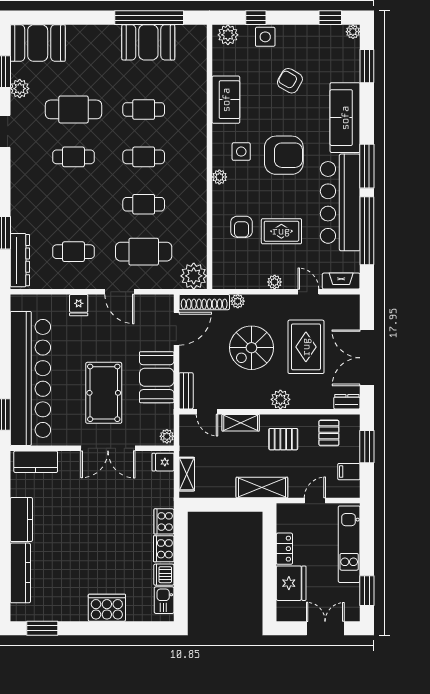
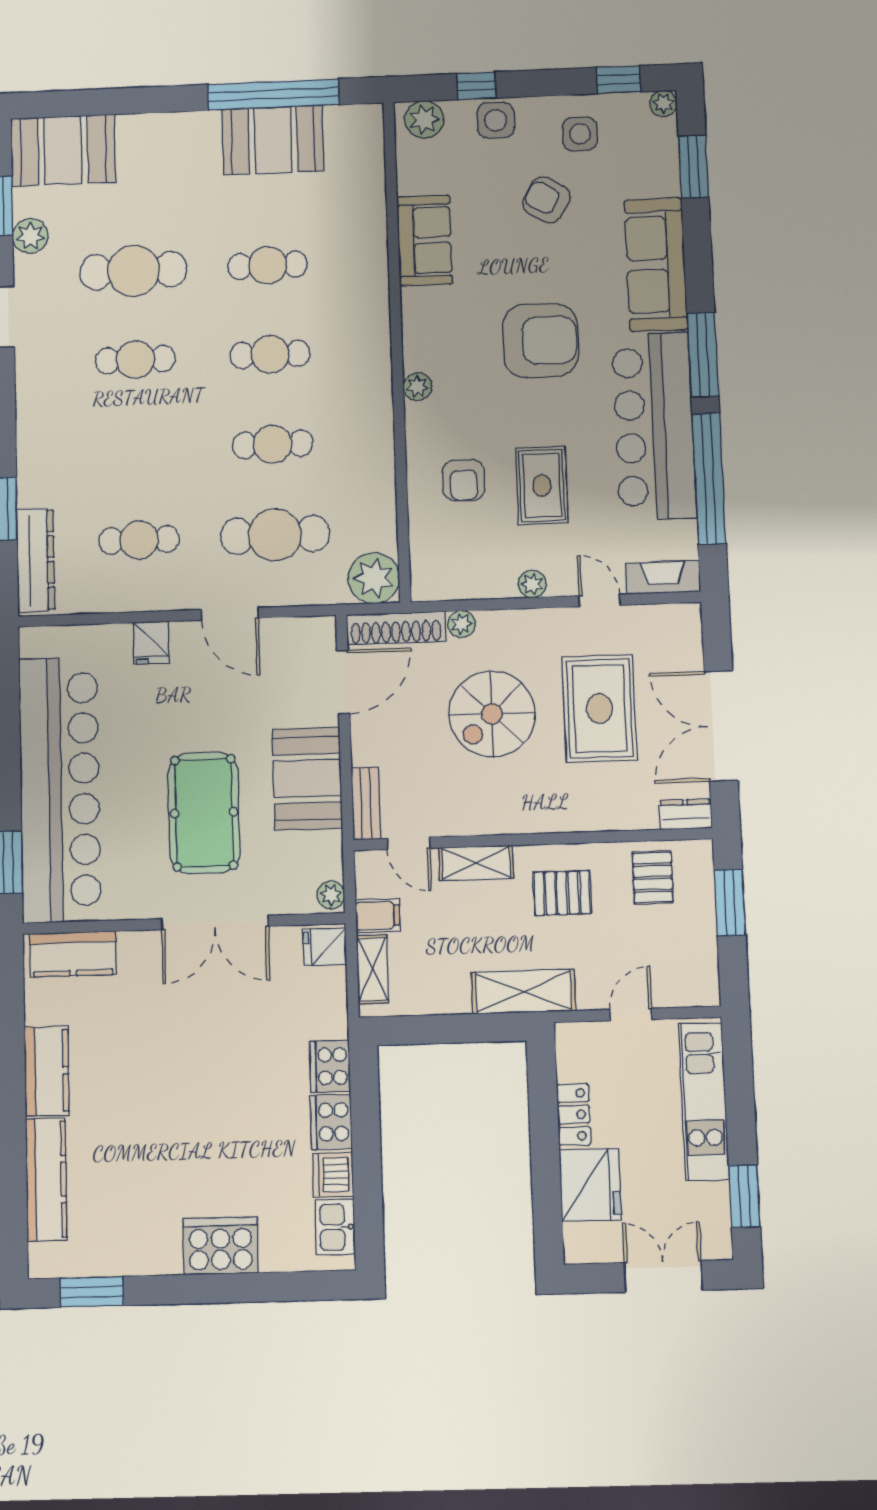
side table: (241, 152) -> (580, 134), moved
rug: (281, 231) -> (542, 486), turned 90
plant: (280, 399) -> (553, 814), removed
filing cabinet: (349, 472) -> (378, 916), moved, turned 180

